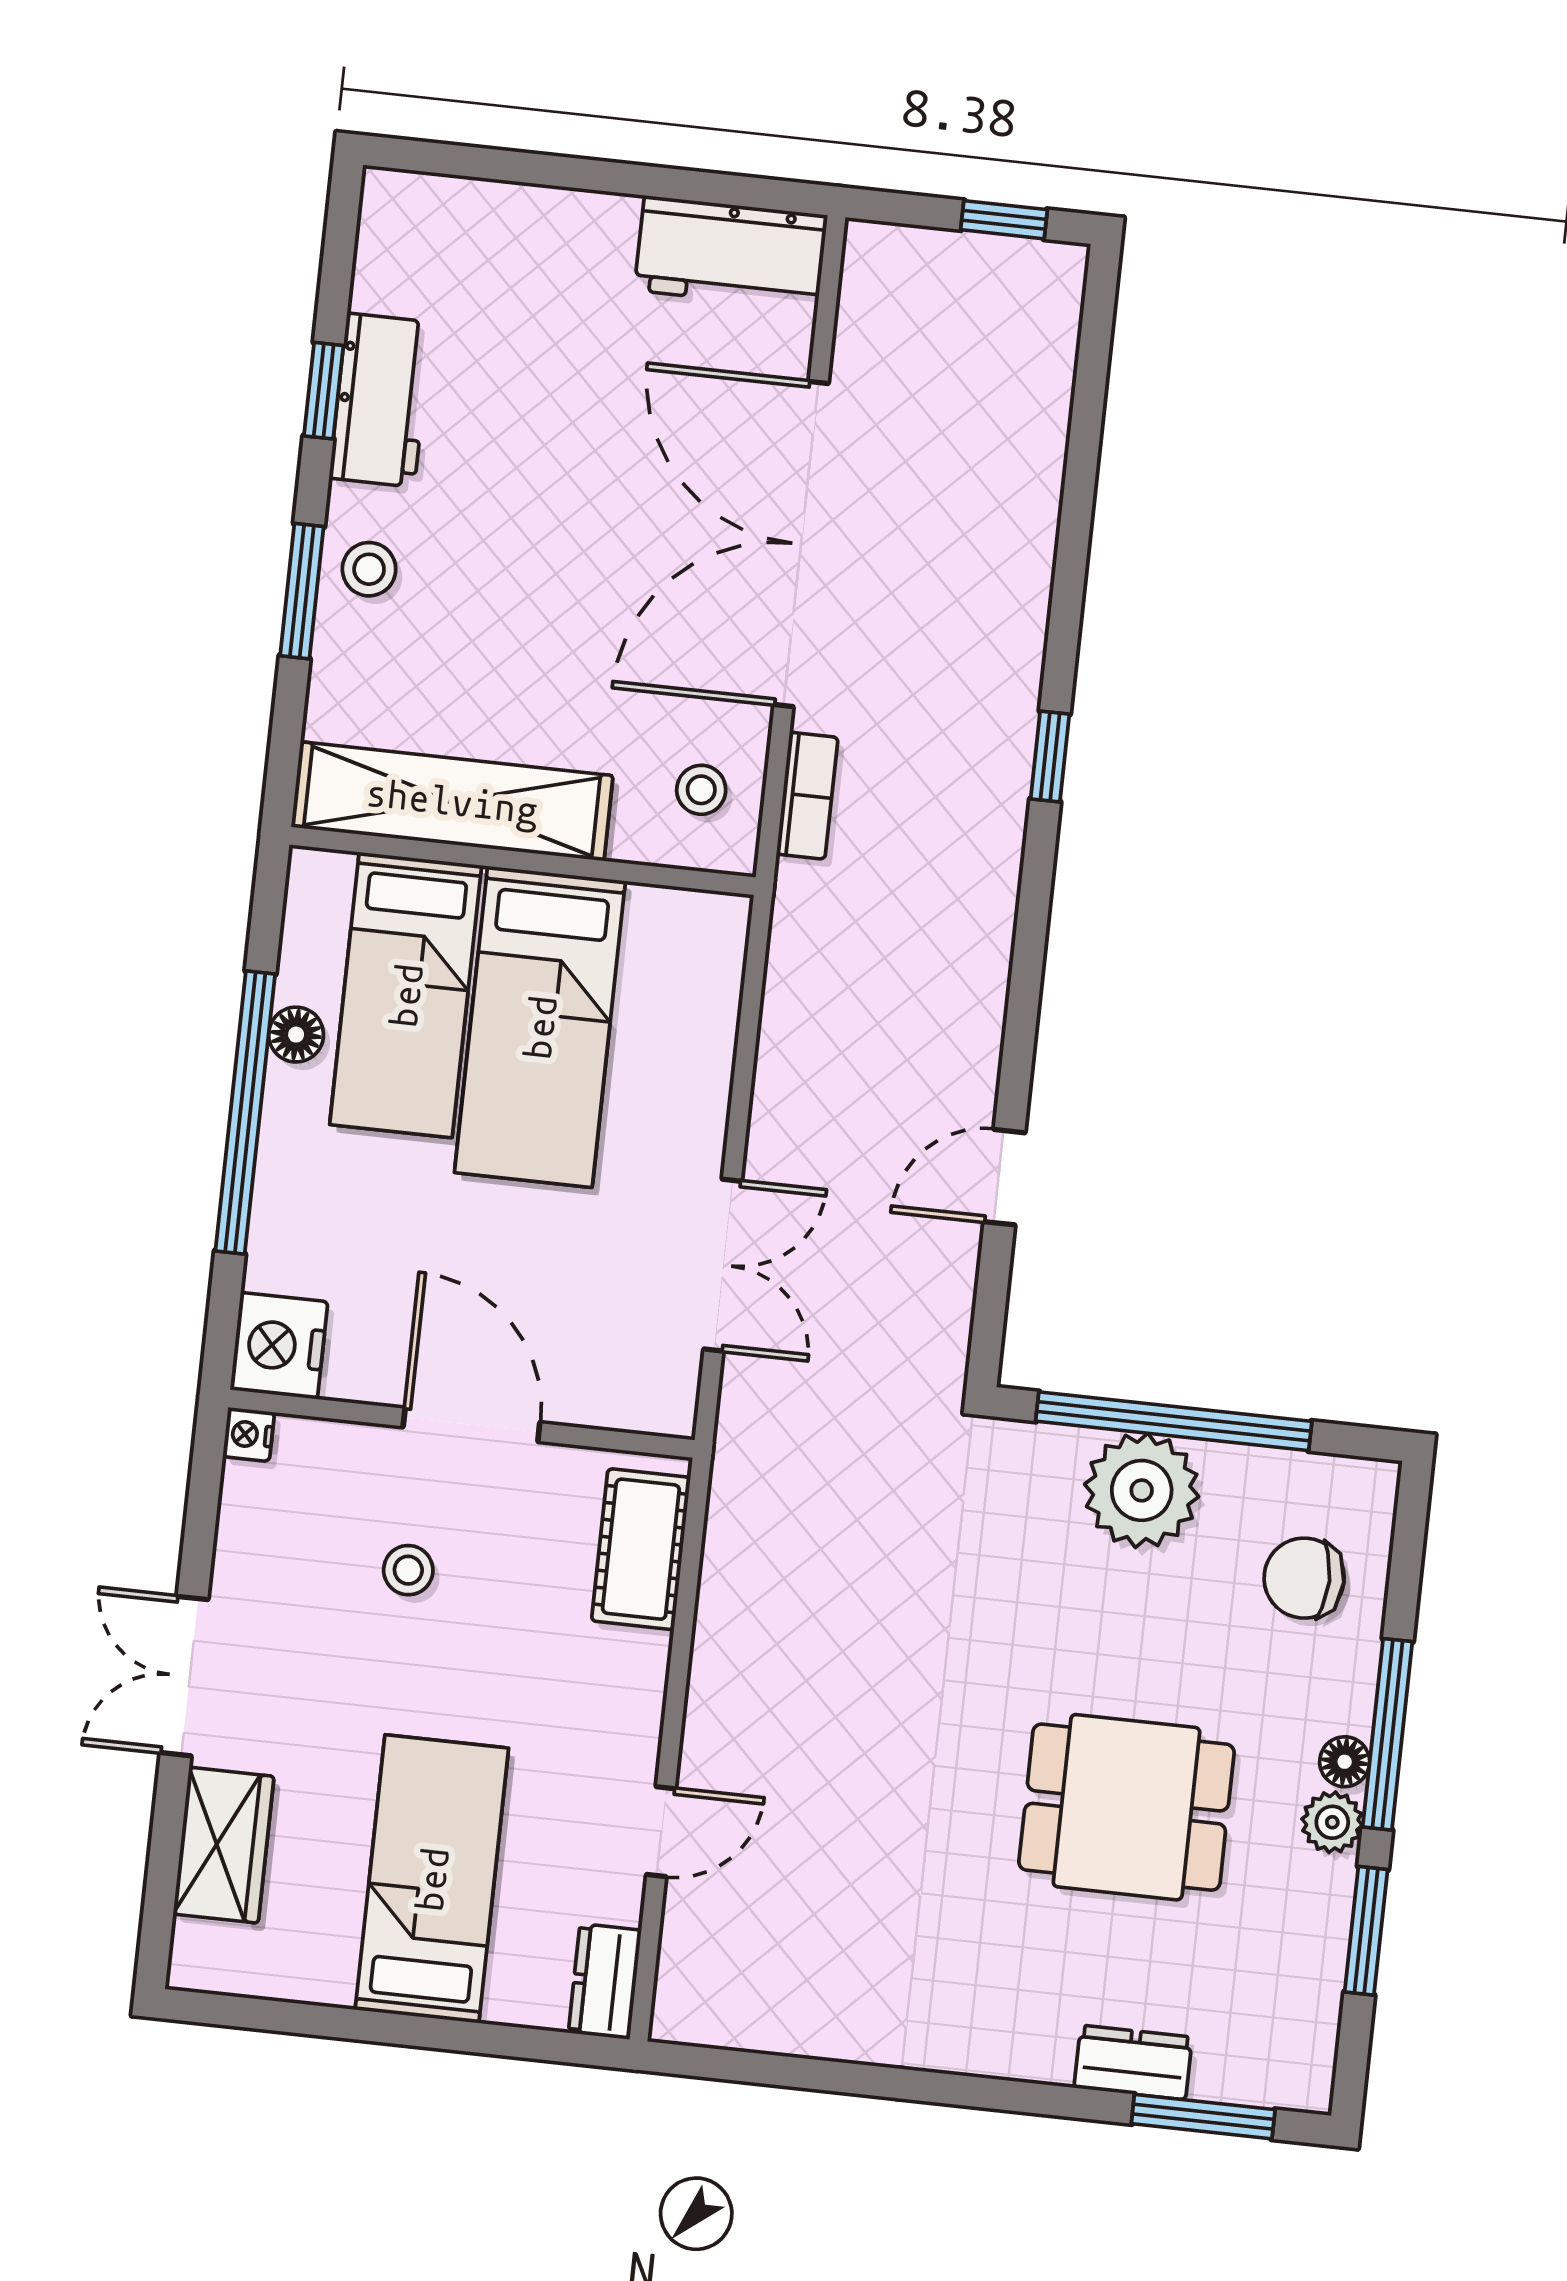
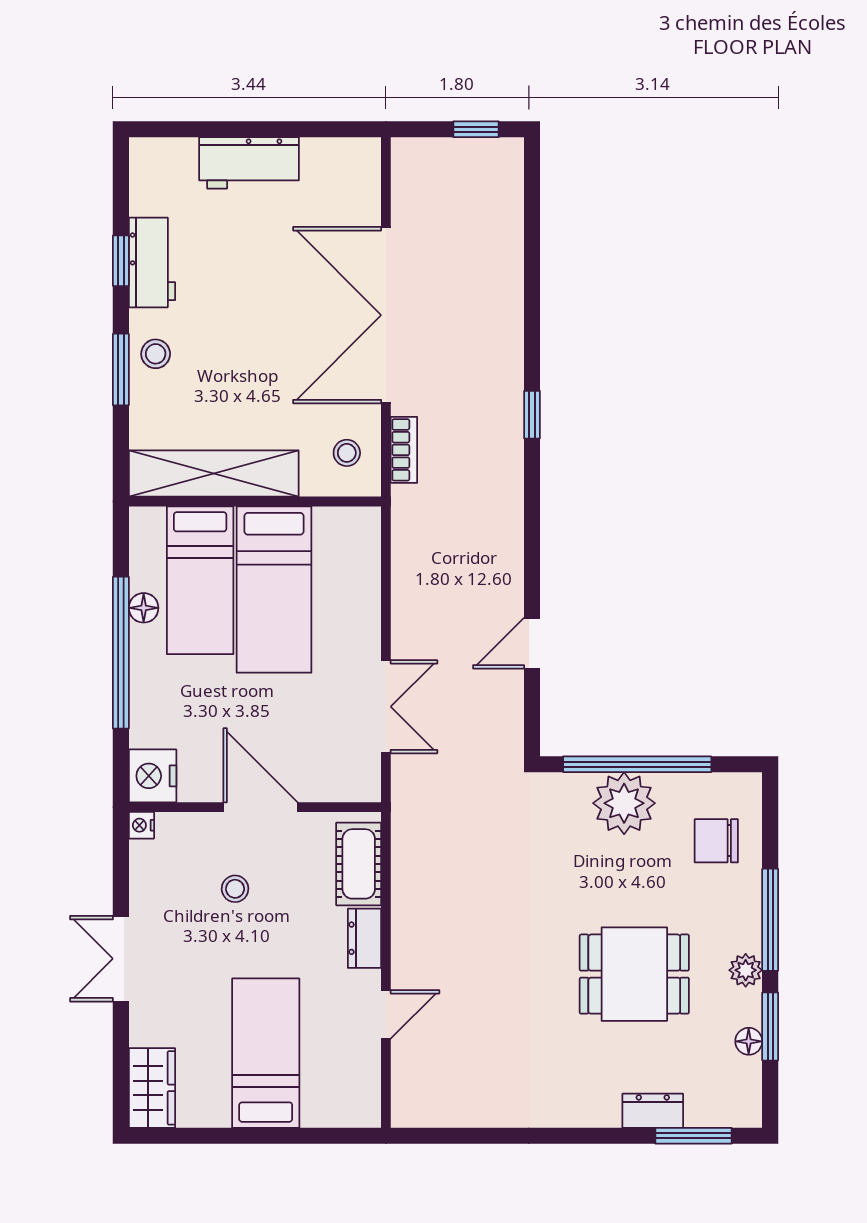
workbench: (731, 253) -> (249, 163), moved
floor lamp: (1345, 1762) -> (749, 1041), moved
wardrobe: (224, 1845) -> (152, 1088), moved
dresser: (605, 1981) -> (365, 938), moved

